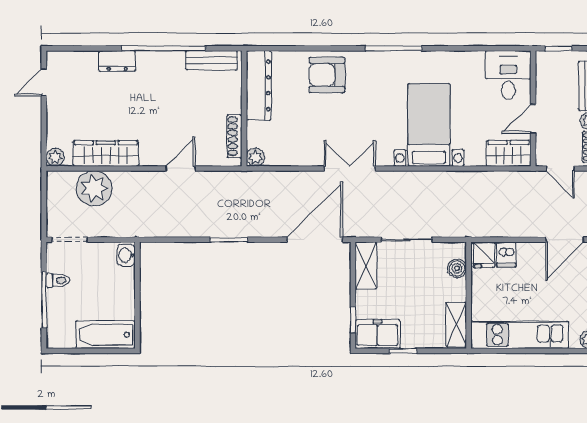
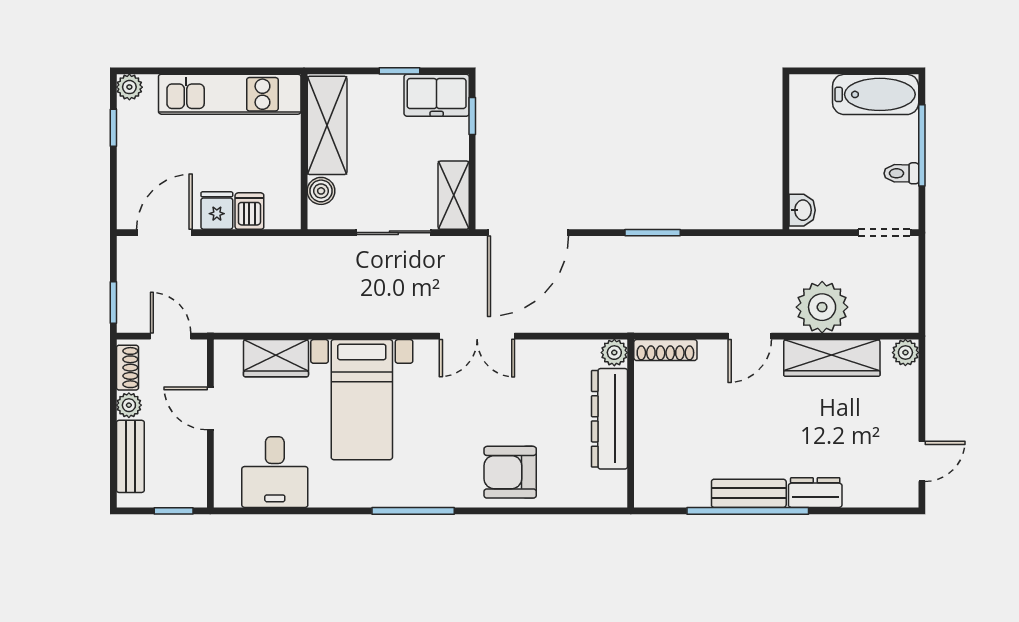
bench: (212, 60) -> (749, 493), moved
armchair: (327, 75) -> (510, 472), turned 180
desk: (508, 75) -> (275, 472), moved
dresser: (259, 85) -> (610, 419), moved
door: (533, 119) -> (210, 408), swing flipped
shoe rack: (234, 136) -> (665, 350), moved, turned 90
wardrobe: (509, 153) -> (276, 358), moved
door: (180, 168) -> (750, 336), moved
plant: (94, 188) -> (822, 307), moved
fridge: (484, 255) -> (217, 211), moved
shelving: (456, 325) -> (327, 125), width x1.50, depth x1.33
bathtub: (106, 335) -> (876, 94), moved

